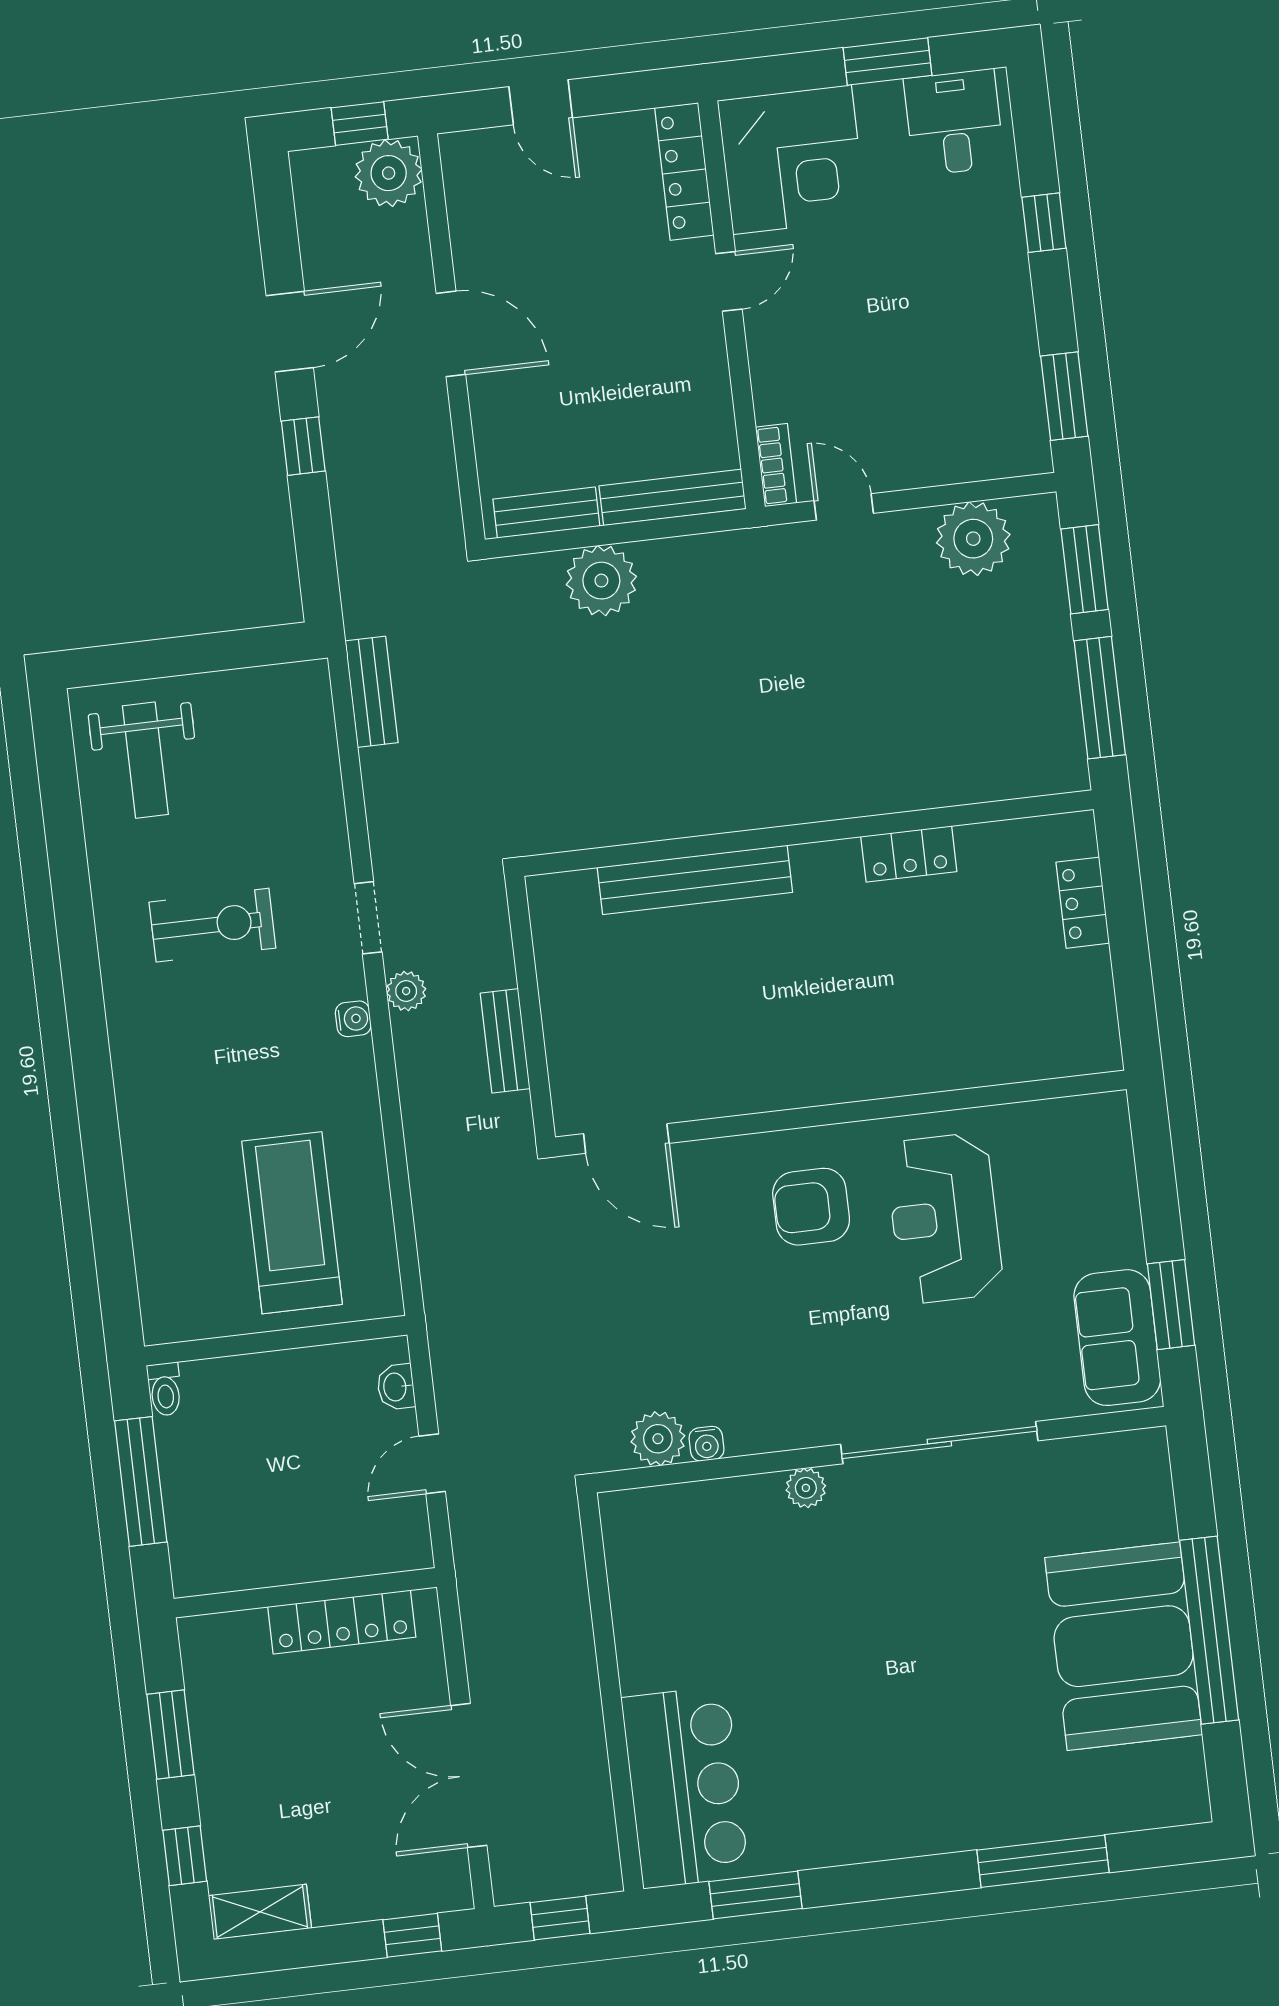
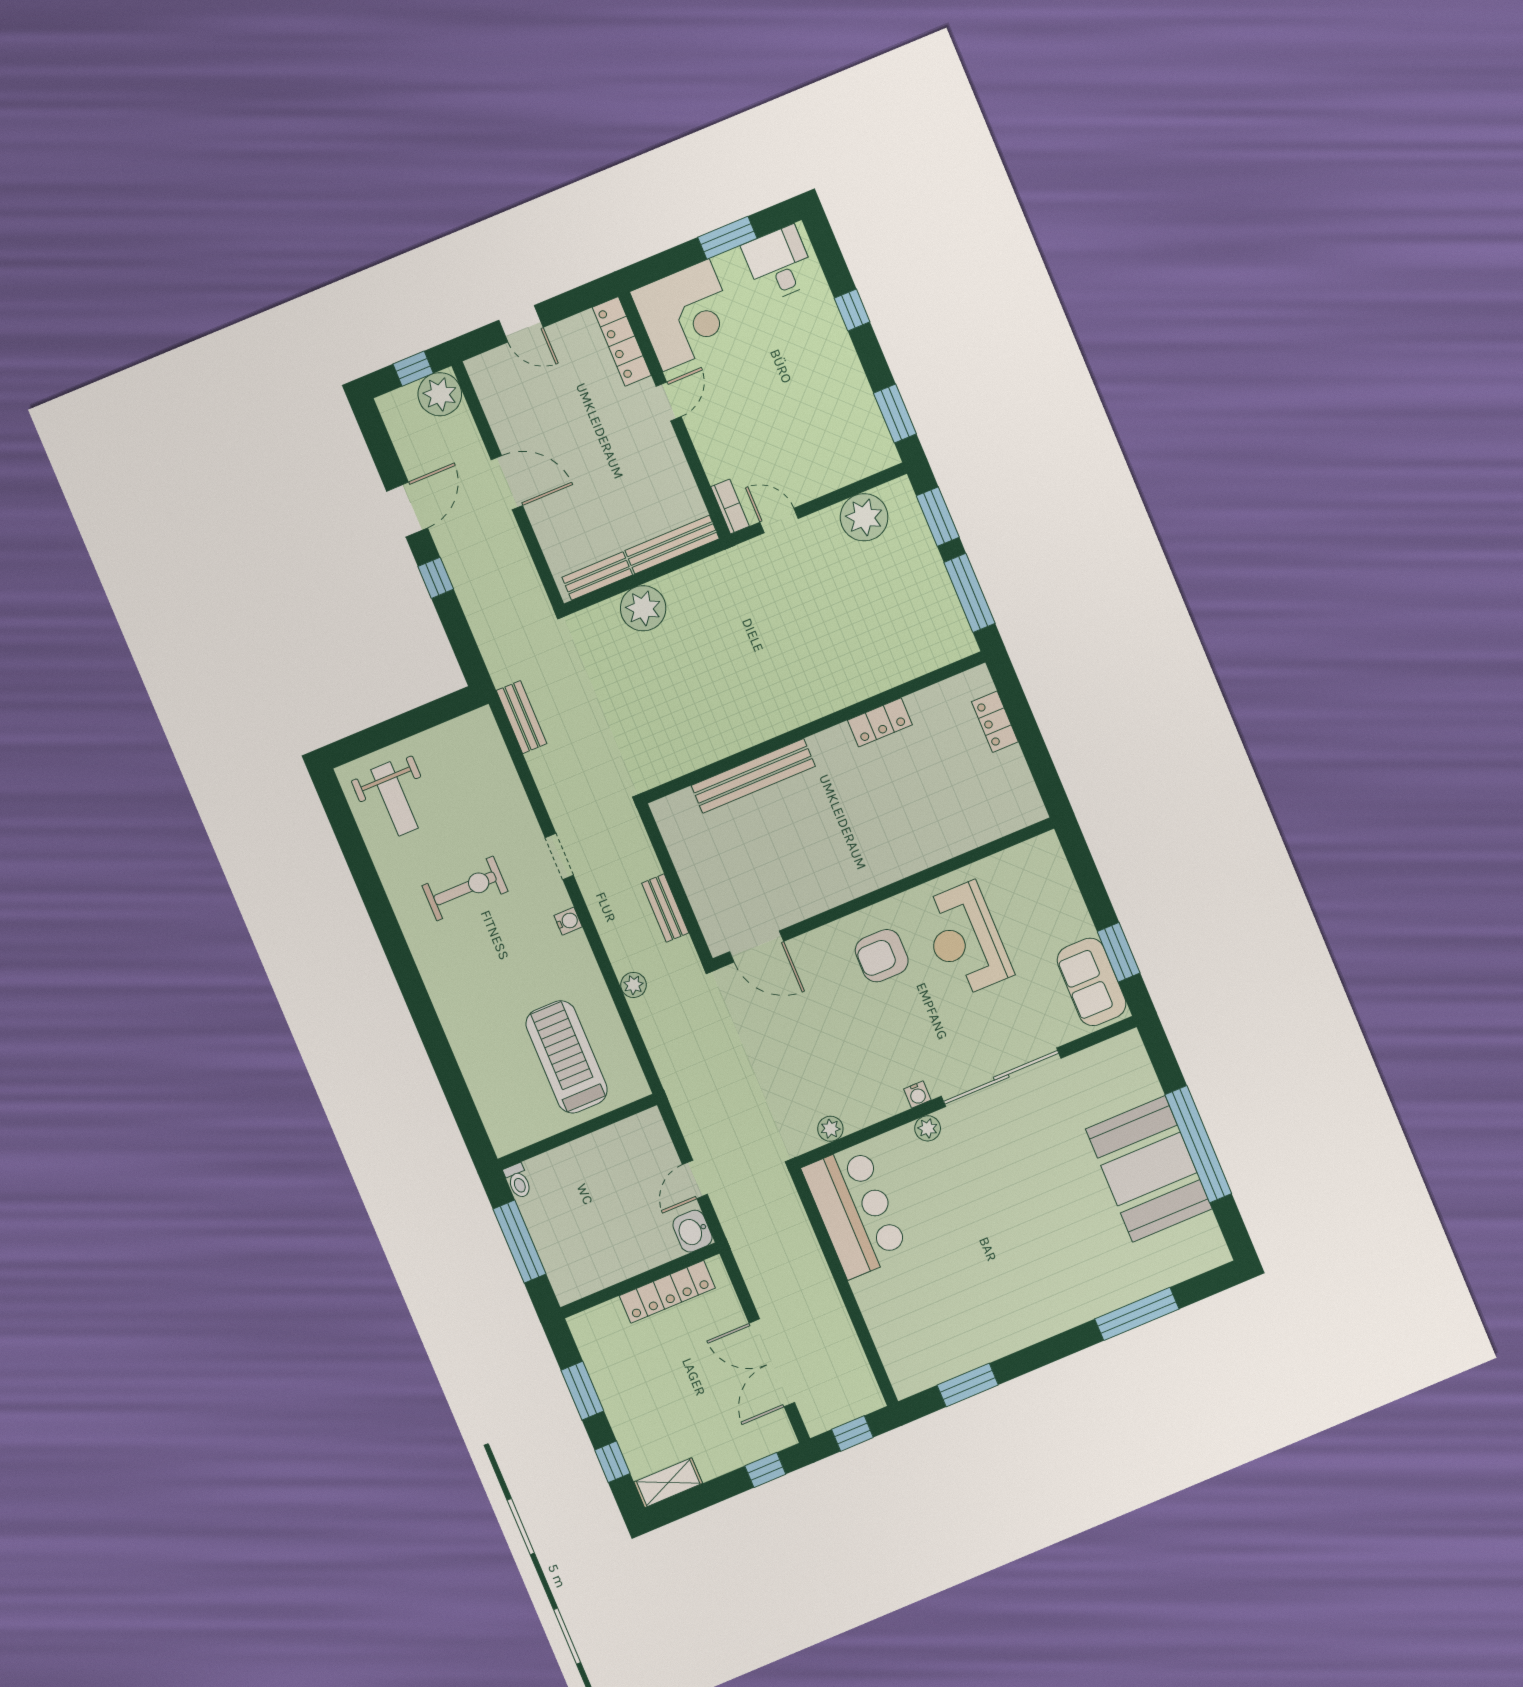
plant: (406, 991) -> (633, 985), moved
washbasin: (396, 1387) -> (692, 1231), moved, width x1.38, depth x1.45
plant: (658, 1439) -> (830, 1129), width x0.73, depth x0.73
water cooler: (707, 1444) -> (917, 1094), moved
bar counter: (685, 1787) -> (855, 1211), moved

